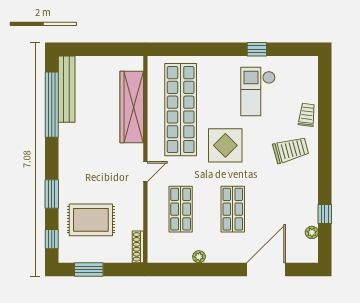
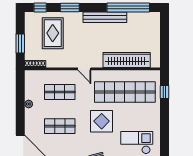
window: (257, 49) -> (165, 92), moved
bench: (67, 89) -> (105, 17), moved
window: (89, 270) -> (20, 44), moved

